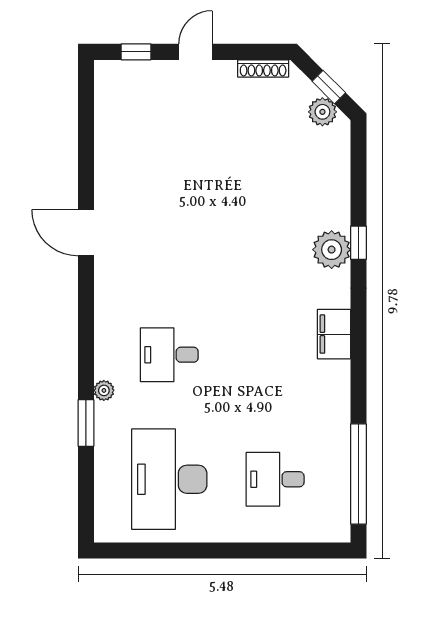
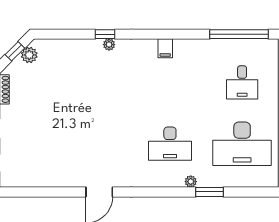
plant: (332, 250) -> (109, 45), width x0.53, depth x0.53
filing cabinet: (334, 334) -> (165, 48), width x0.50
desk: (169, 355) -> (170, 144), width x1.37

